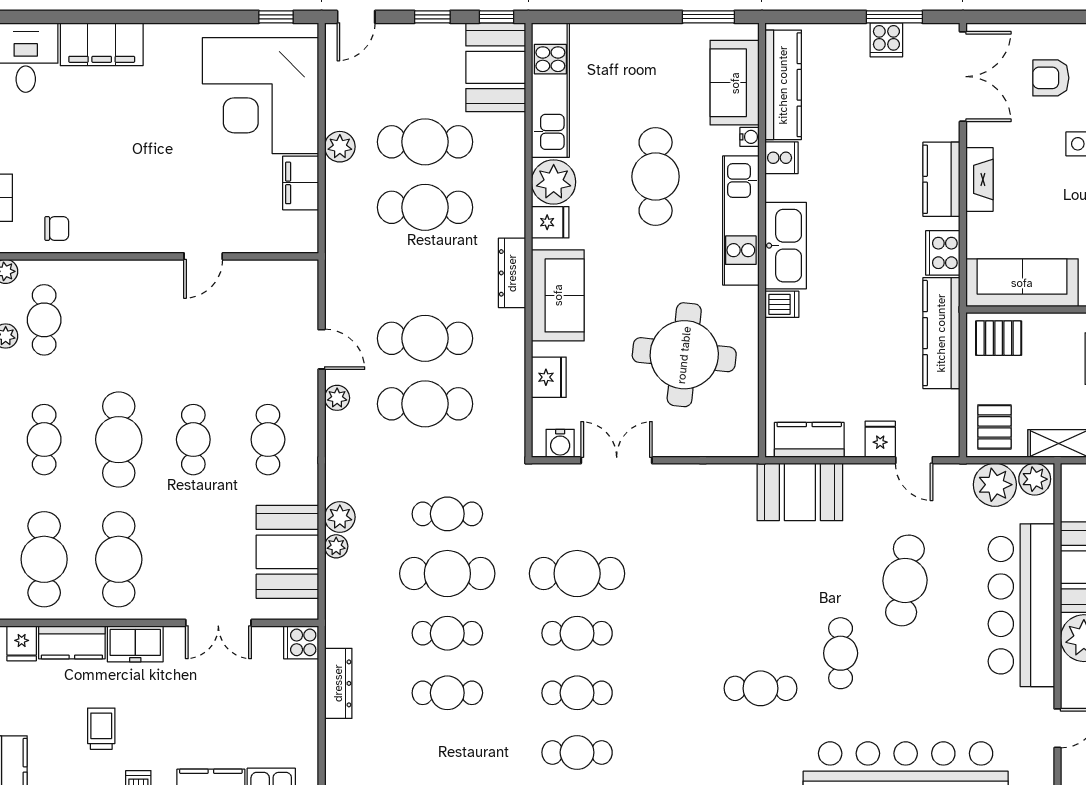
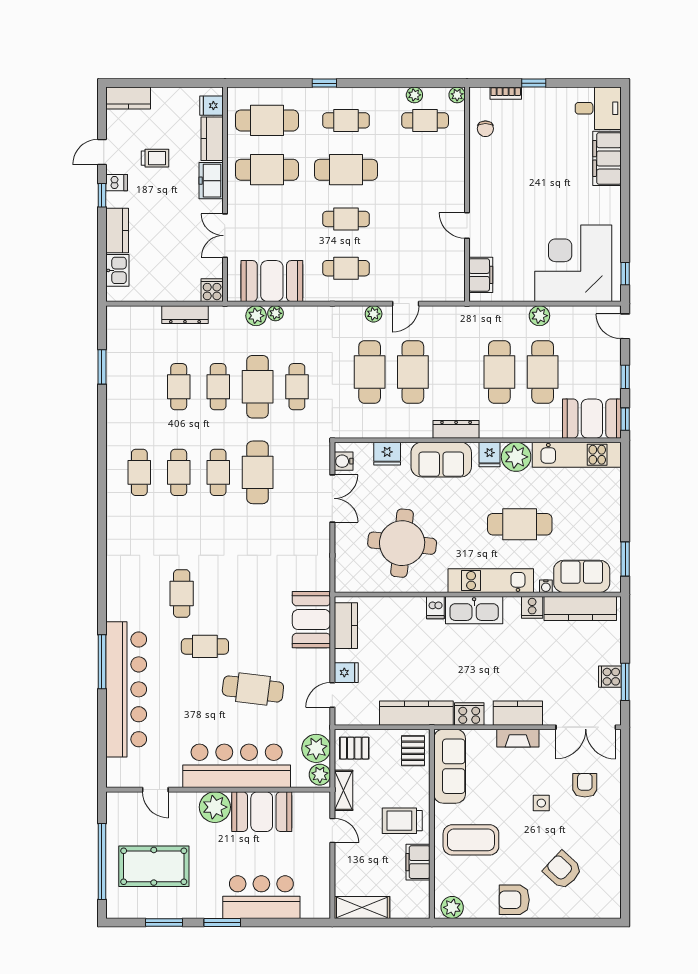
filing cabinet: (301, 183) -> (481, 275), moved, turned 90
plant: (340, 517) -> (256, 316), moved

